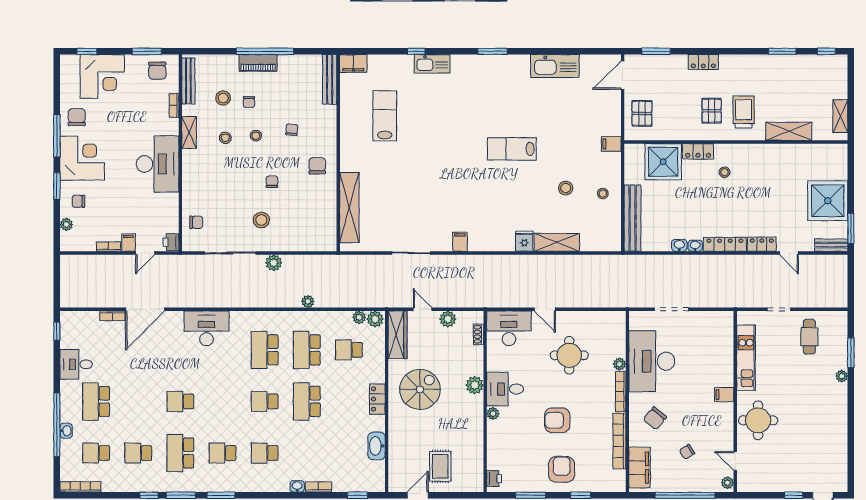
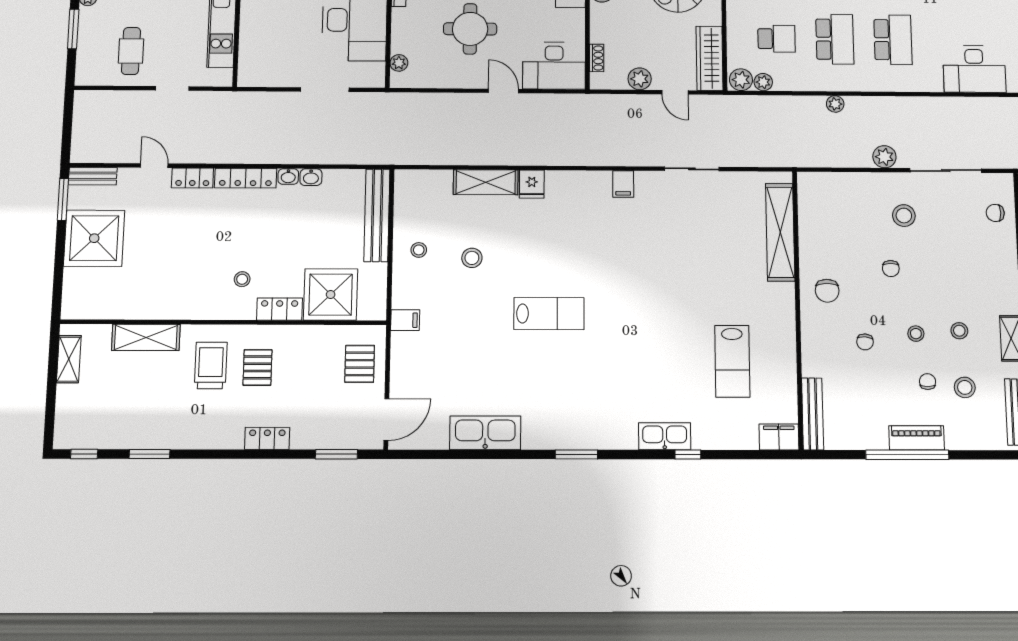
trolley: (744, 112) -> (211, 365), turned 180
plant: (620, 364) -> (399, 63), moved

